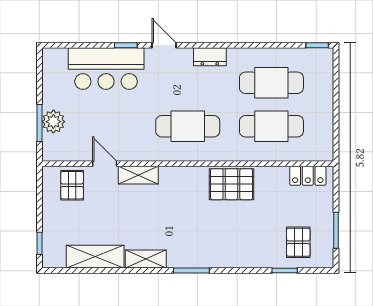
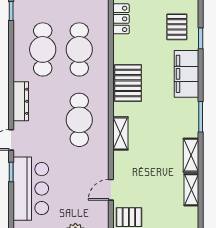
dresser: (210, 57) -> (21, 101), width x1.44
shelving: (138, 175) -> (120, 133), moved
pallet: (298, 242) -> (177, 27), turned 90
filing cabinet: (242, 254) -> (186, 74), added
shelving: (95, 257) -> (191, 190), width x0.67, depth x0.75

